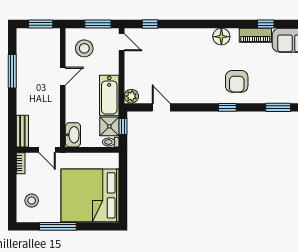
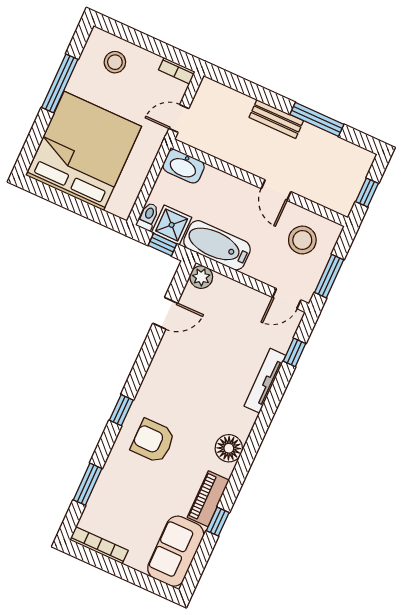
window: (41, 24) -> (367, 193), width x0.67
tv unit: (174, 33) -> (265, 381), added
bench: (22, 131) -> (276, 119), moved

